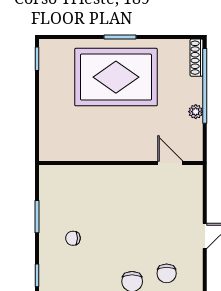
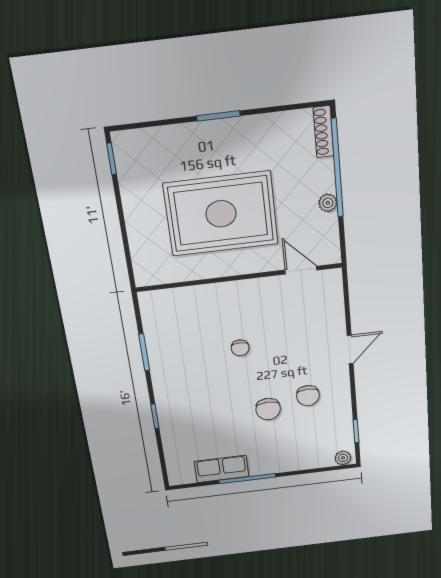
rug: (116, 77) -> (221, 214), moved
chair: (73, 238) -> (240, 348), moved, turned -90

